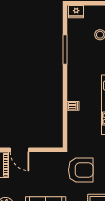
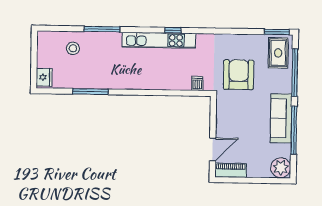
dishwasher: (73, 106) -> (197, 84), moved

